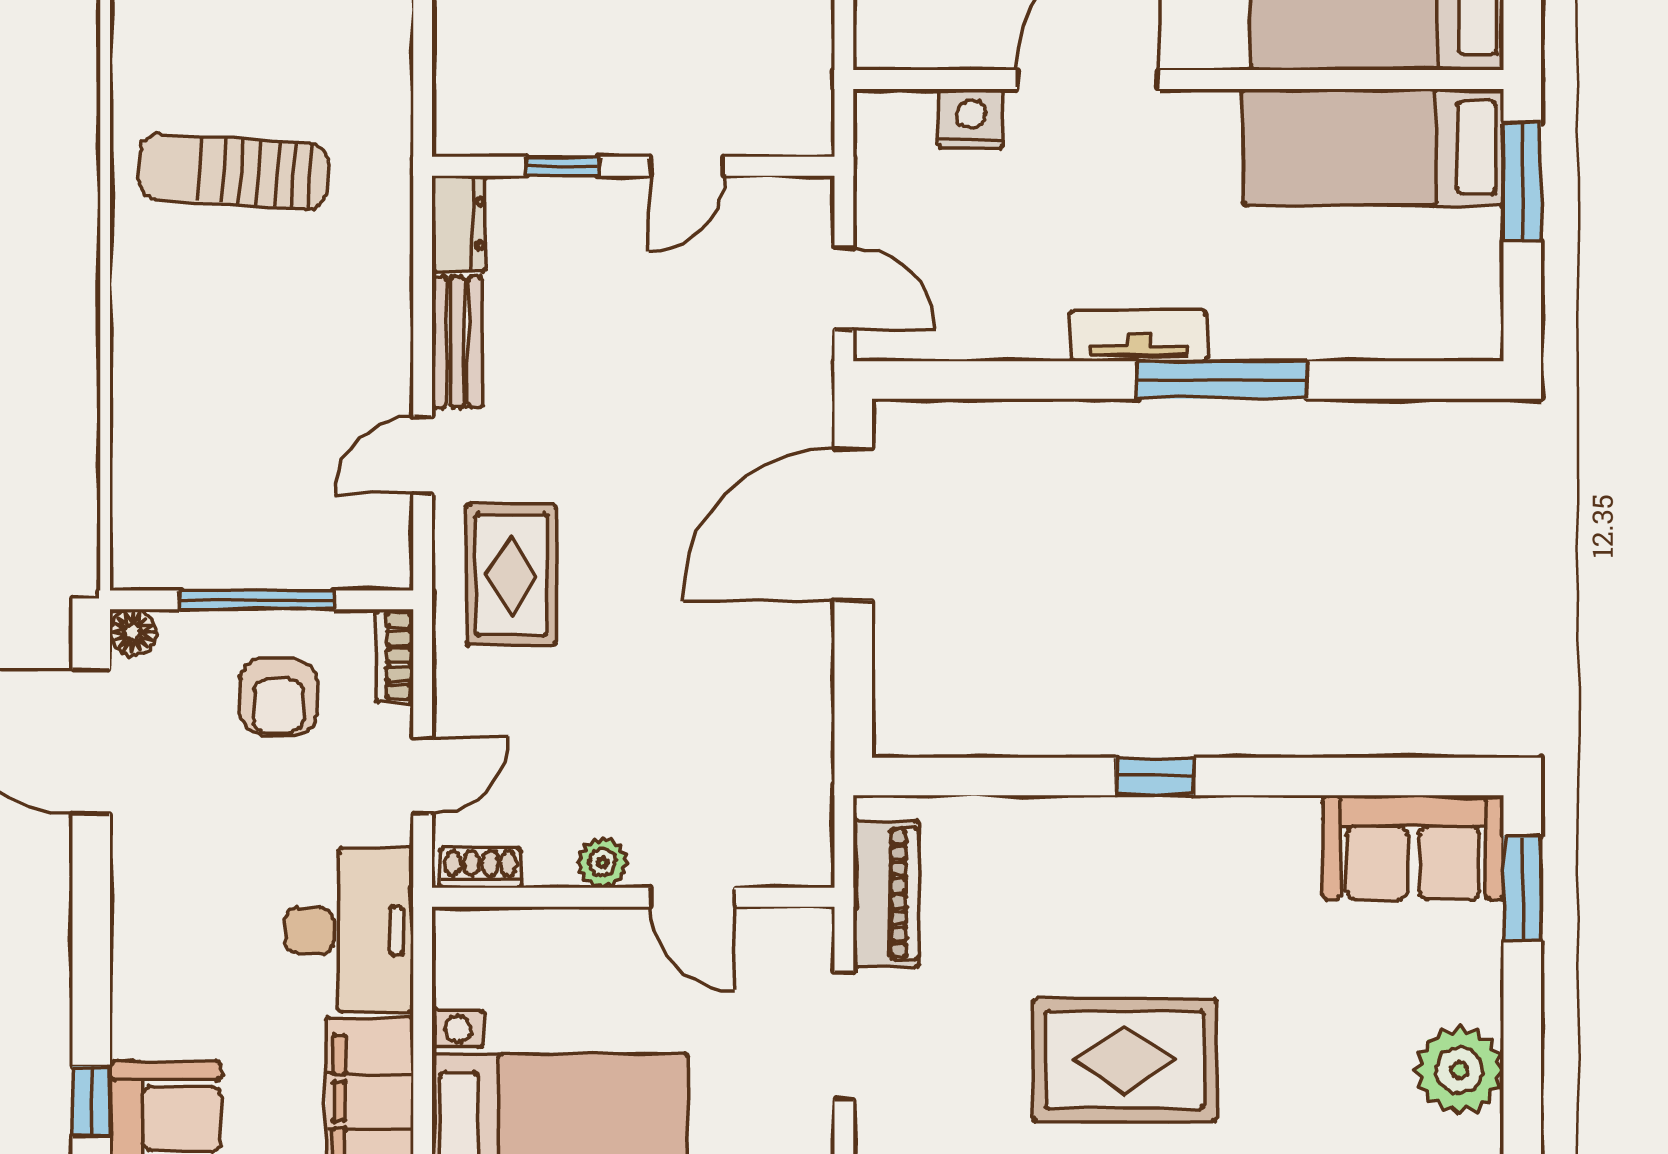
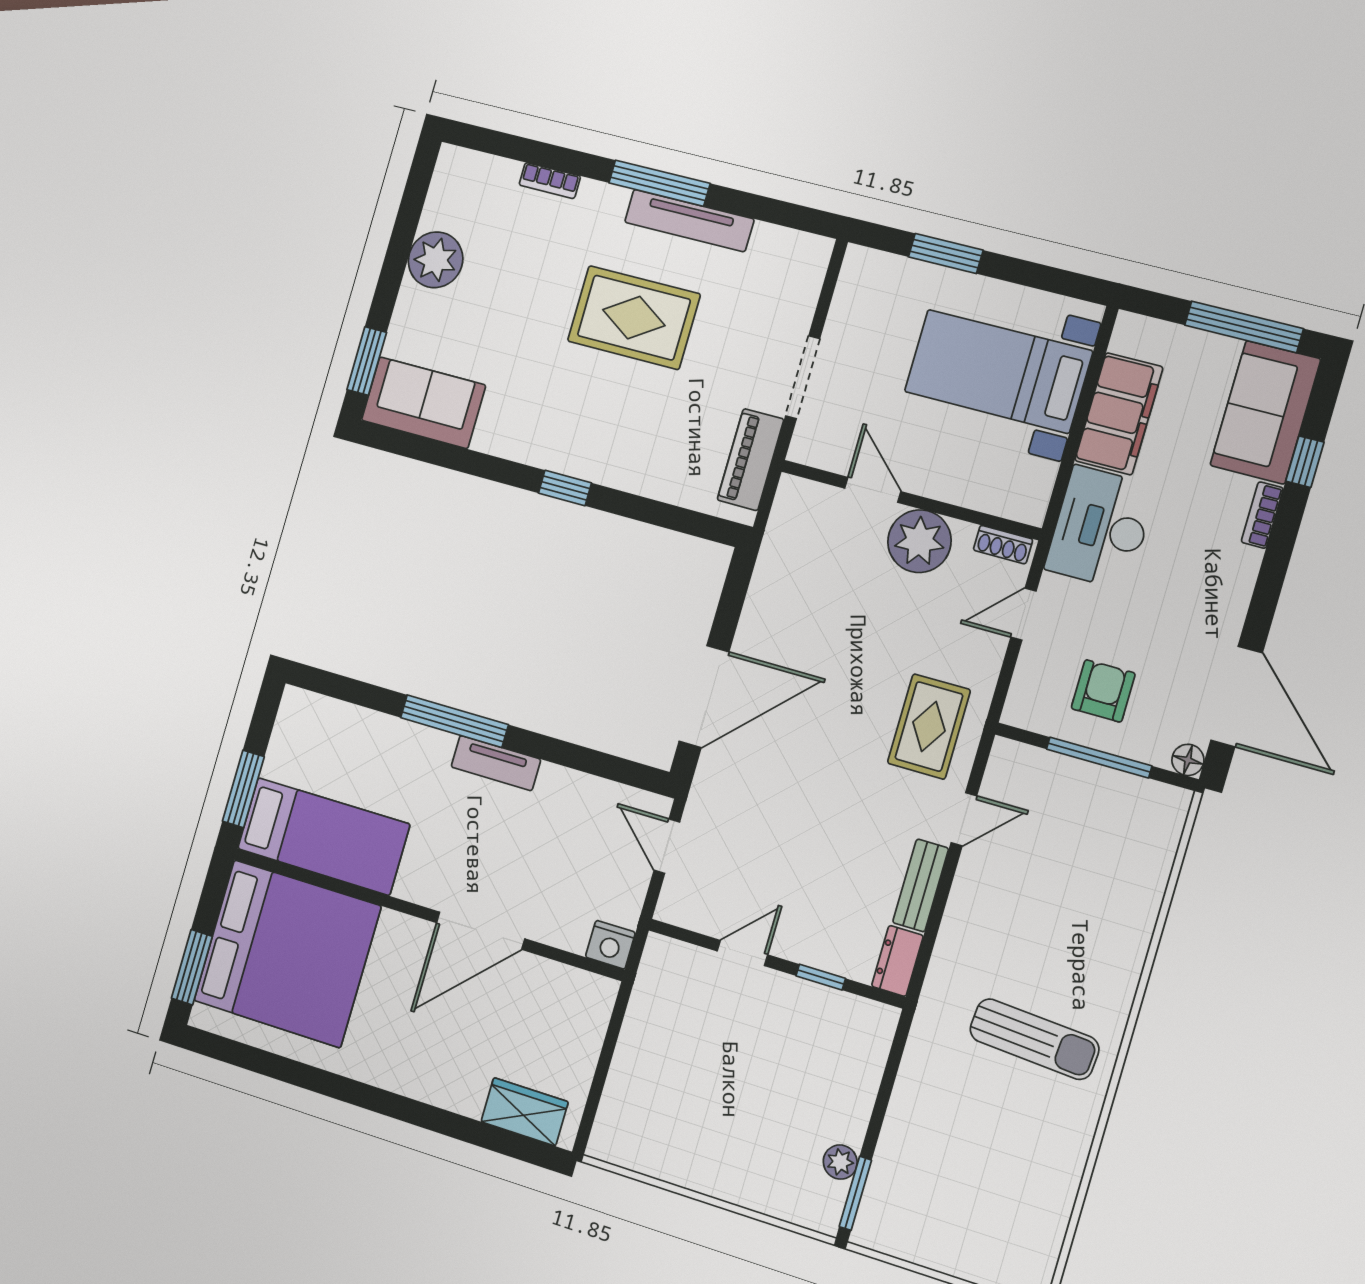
nightstand: (971, 119) -> (610, 945), moved
bookcase: (395, 656) -> (1262, 515), moved, turned 180
plant: (603, 863) -> (919, 541), width x1.87, depth x1.87

